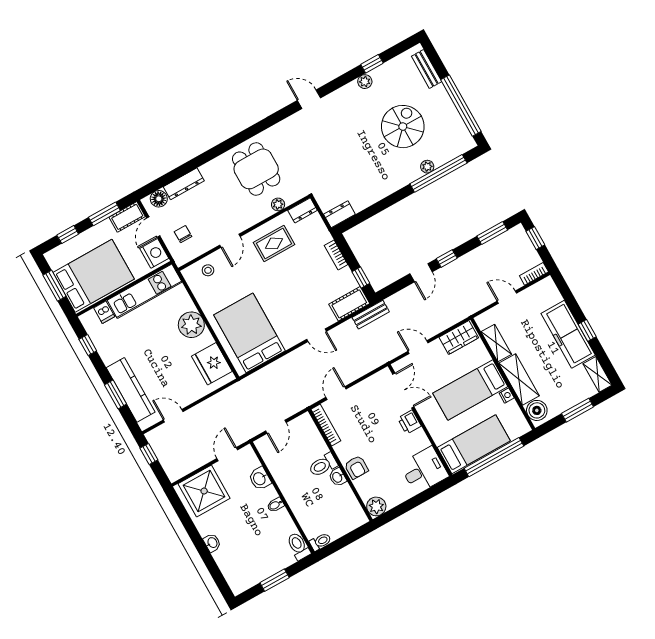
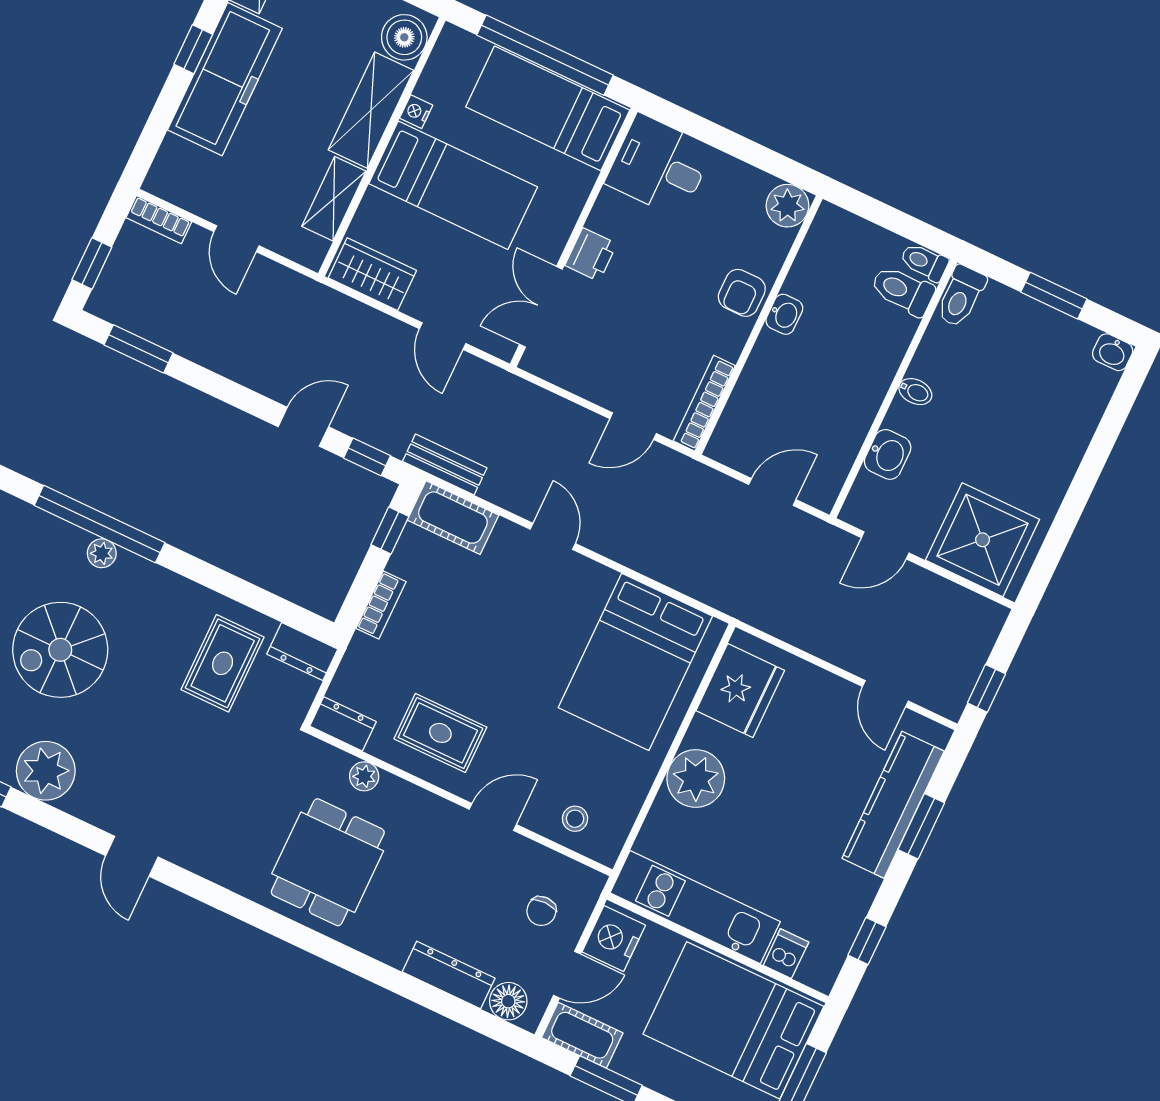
plant: (365, 82) -> (46, 771), width x1.87, depth x1.87
rug: (356, 182) -> (223, 663), added
window: (447, 258) -> (367, 457), moved
toilet: (323, 465) -> (903, 290), moved, turned 180
armchair: (356, 467) -> (742, 293), turned 180
washbasin: (212, 543) -> (1113, 352), moved, turned -90

